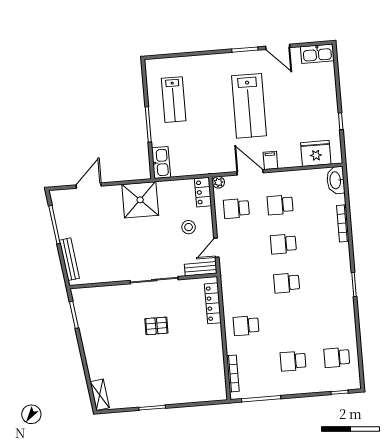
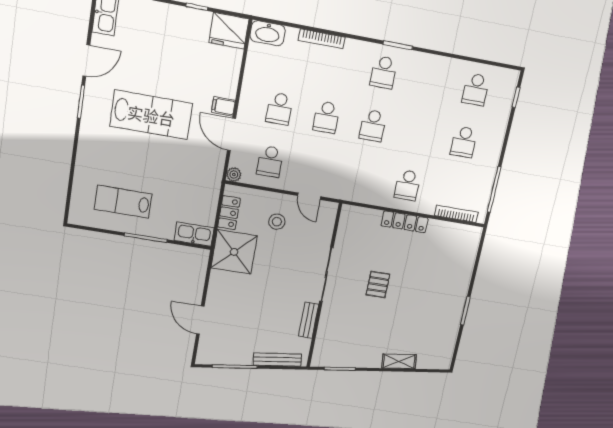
lab bench: (174, 100) -> (123, 202), turned 180
fridge: (316, 153) -> (229, 31), moved, turned -90
door: (250, 172) -> (231, 134), hinge flipped
locker: (203, 192) -> (229, 213), moved, turned -90
shower: (140, 200) -> (234, 252), moved
bench: (201, 269) -> (309, 320), moved
school desk: (330, 279) -> (384, 72), added
locker: (213, 303) -> (405, 222), moved
shelving: (100, 395) -> (399, 361), moved

